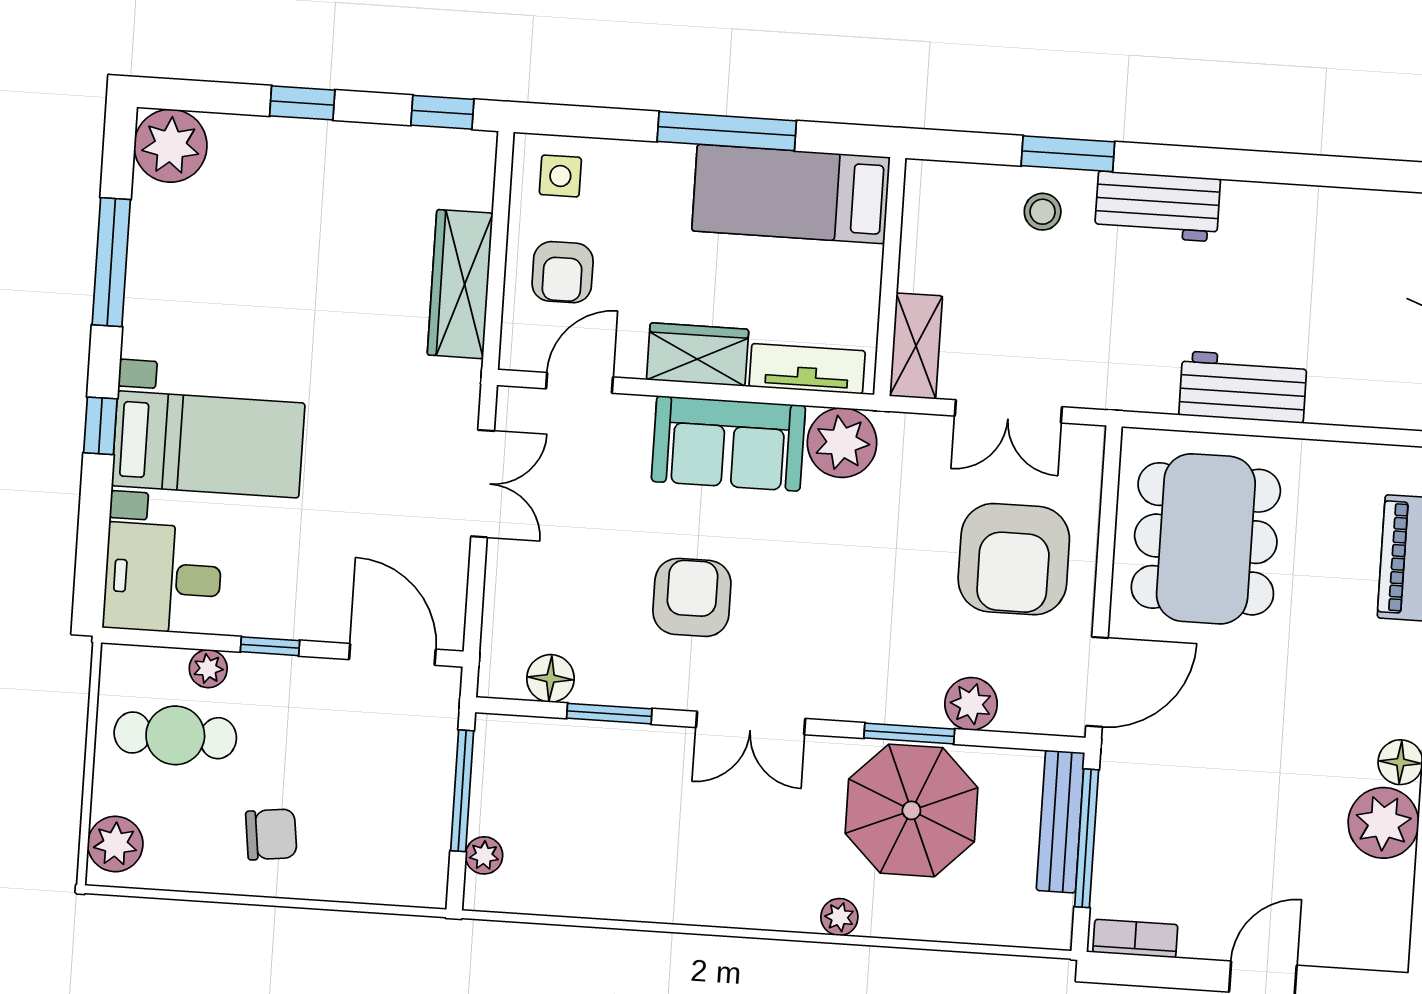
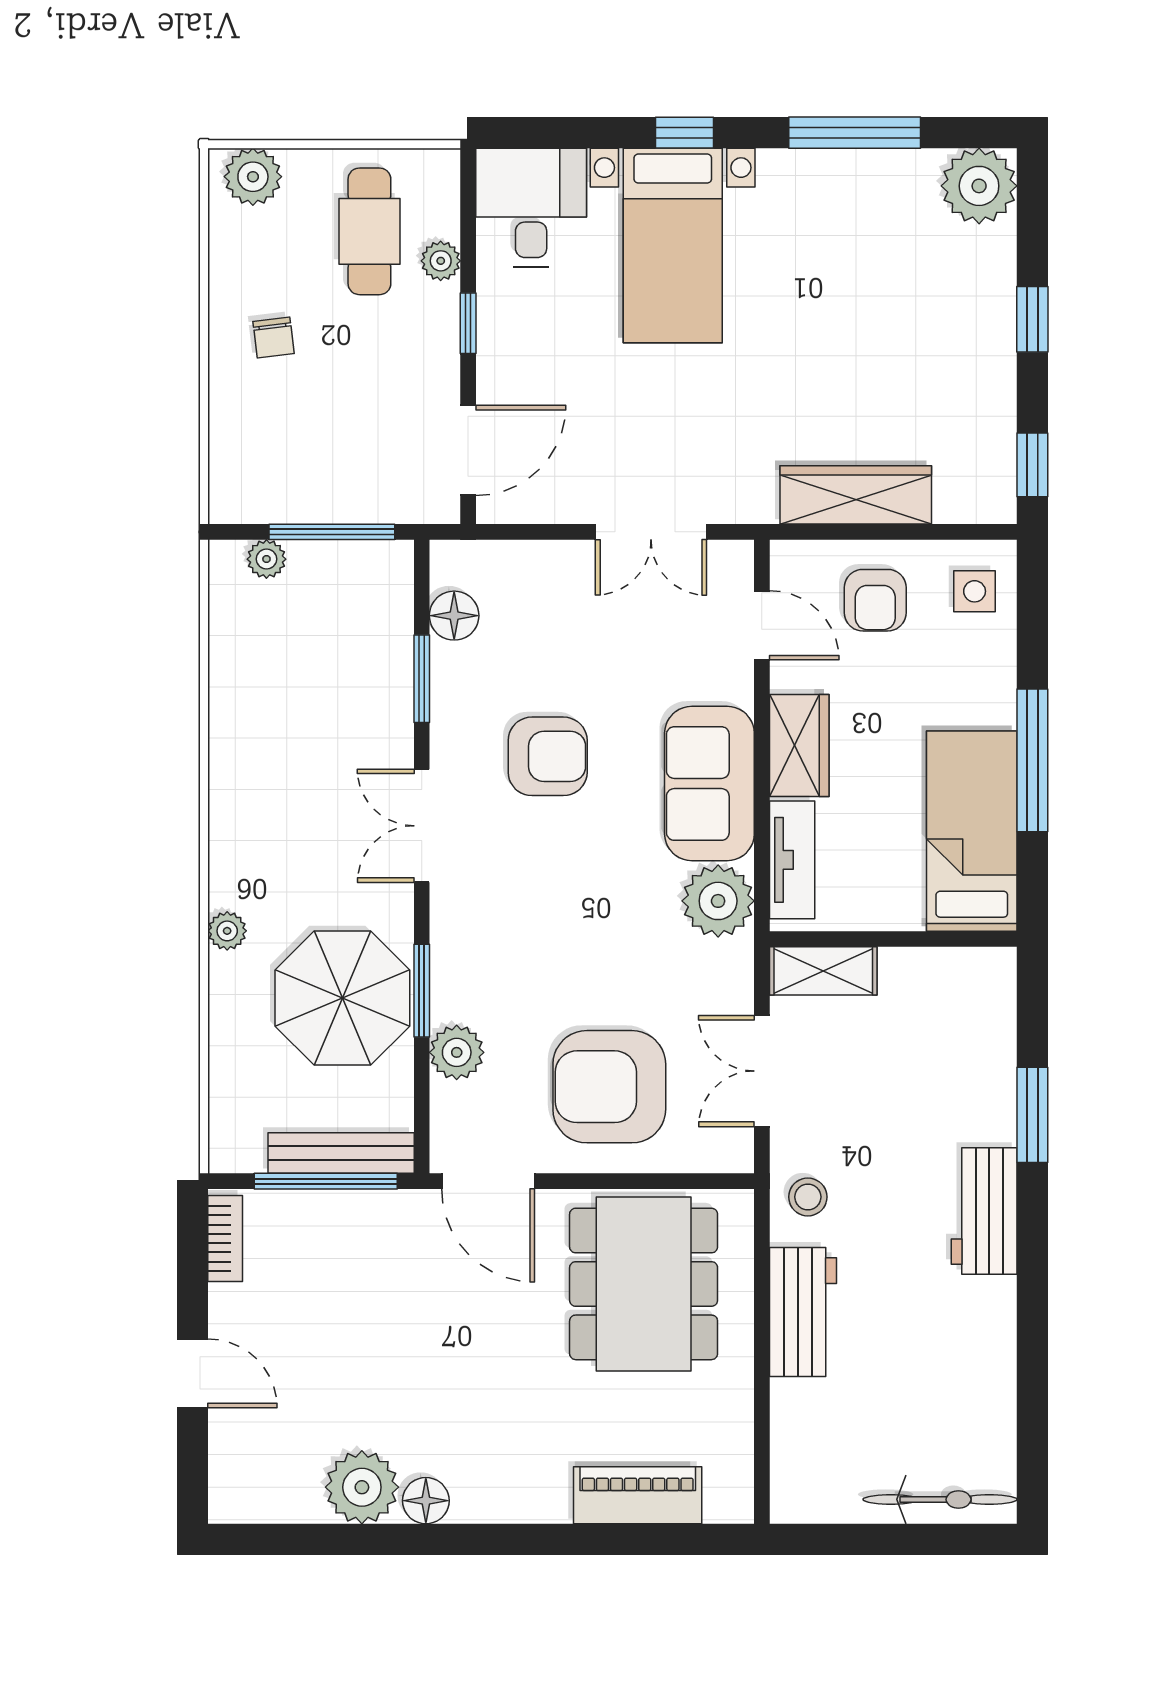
stool: (1043, 212) -> (808, 1197), moved
armchair: (563, 272) -> (875, 600), turned -90
dining table: (1206, 539) -> (644, 1284), turned 90
chair: (271, 834) -> (274, 338), width x0.73, depth x0.73

